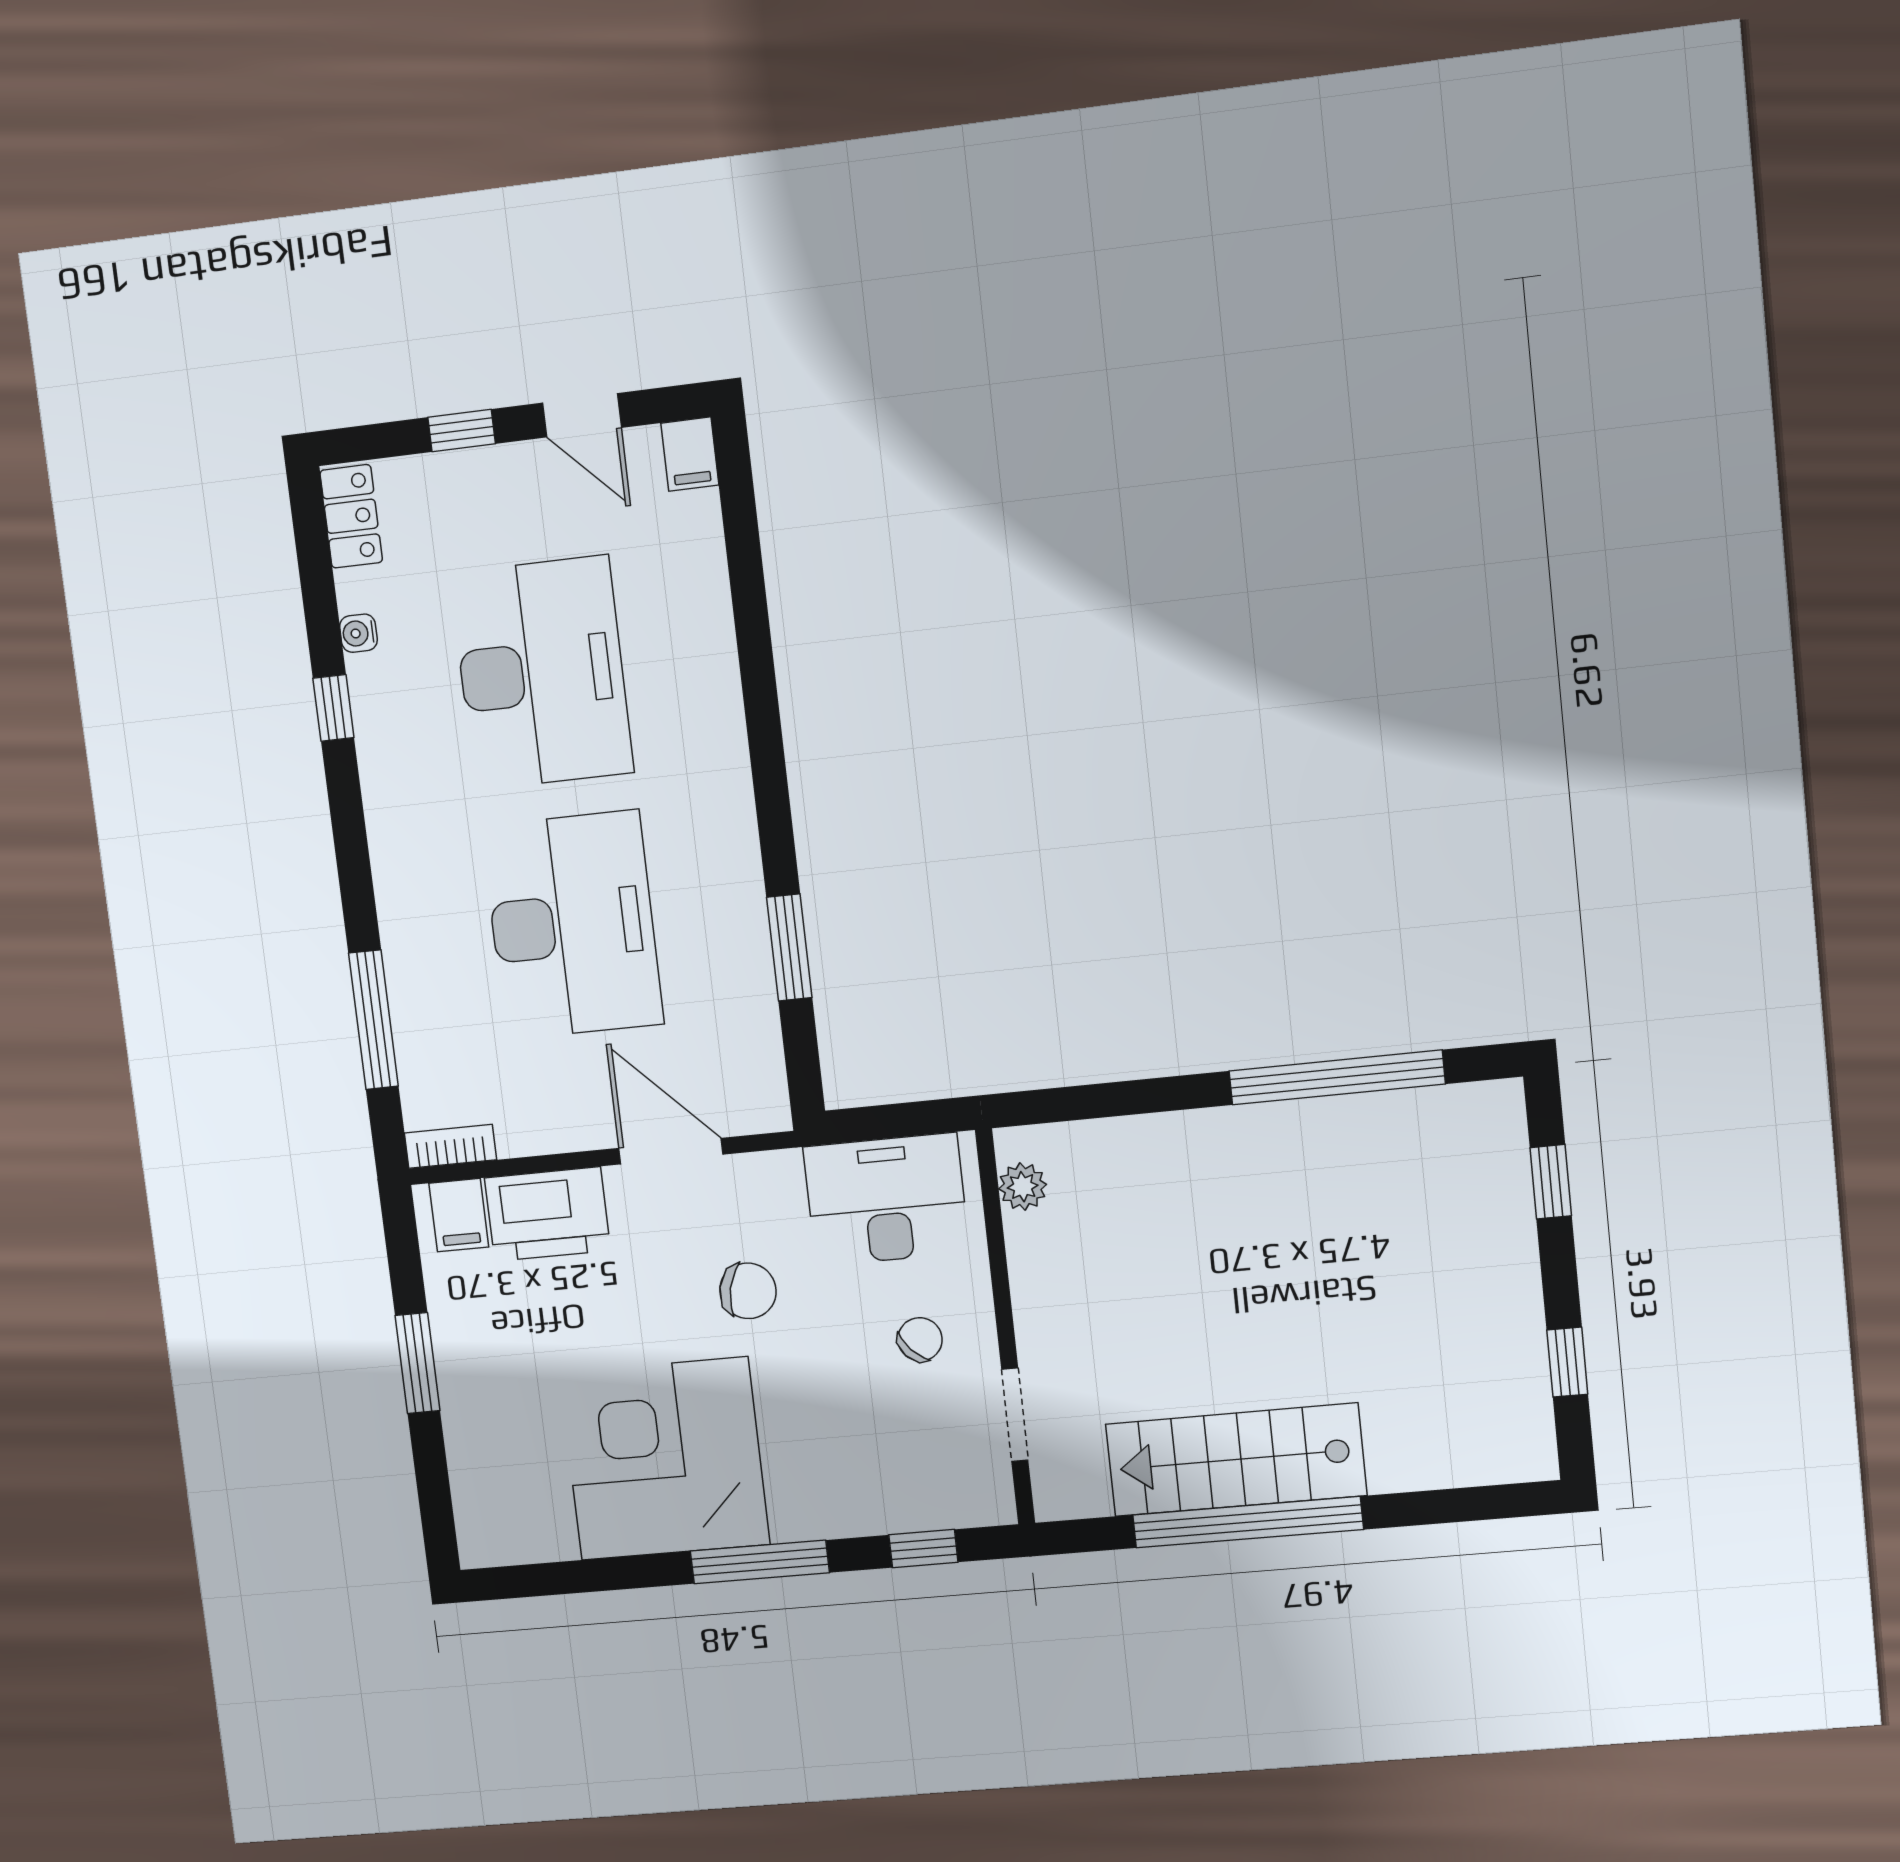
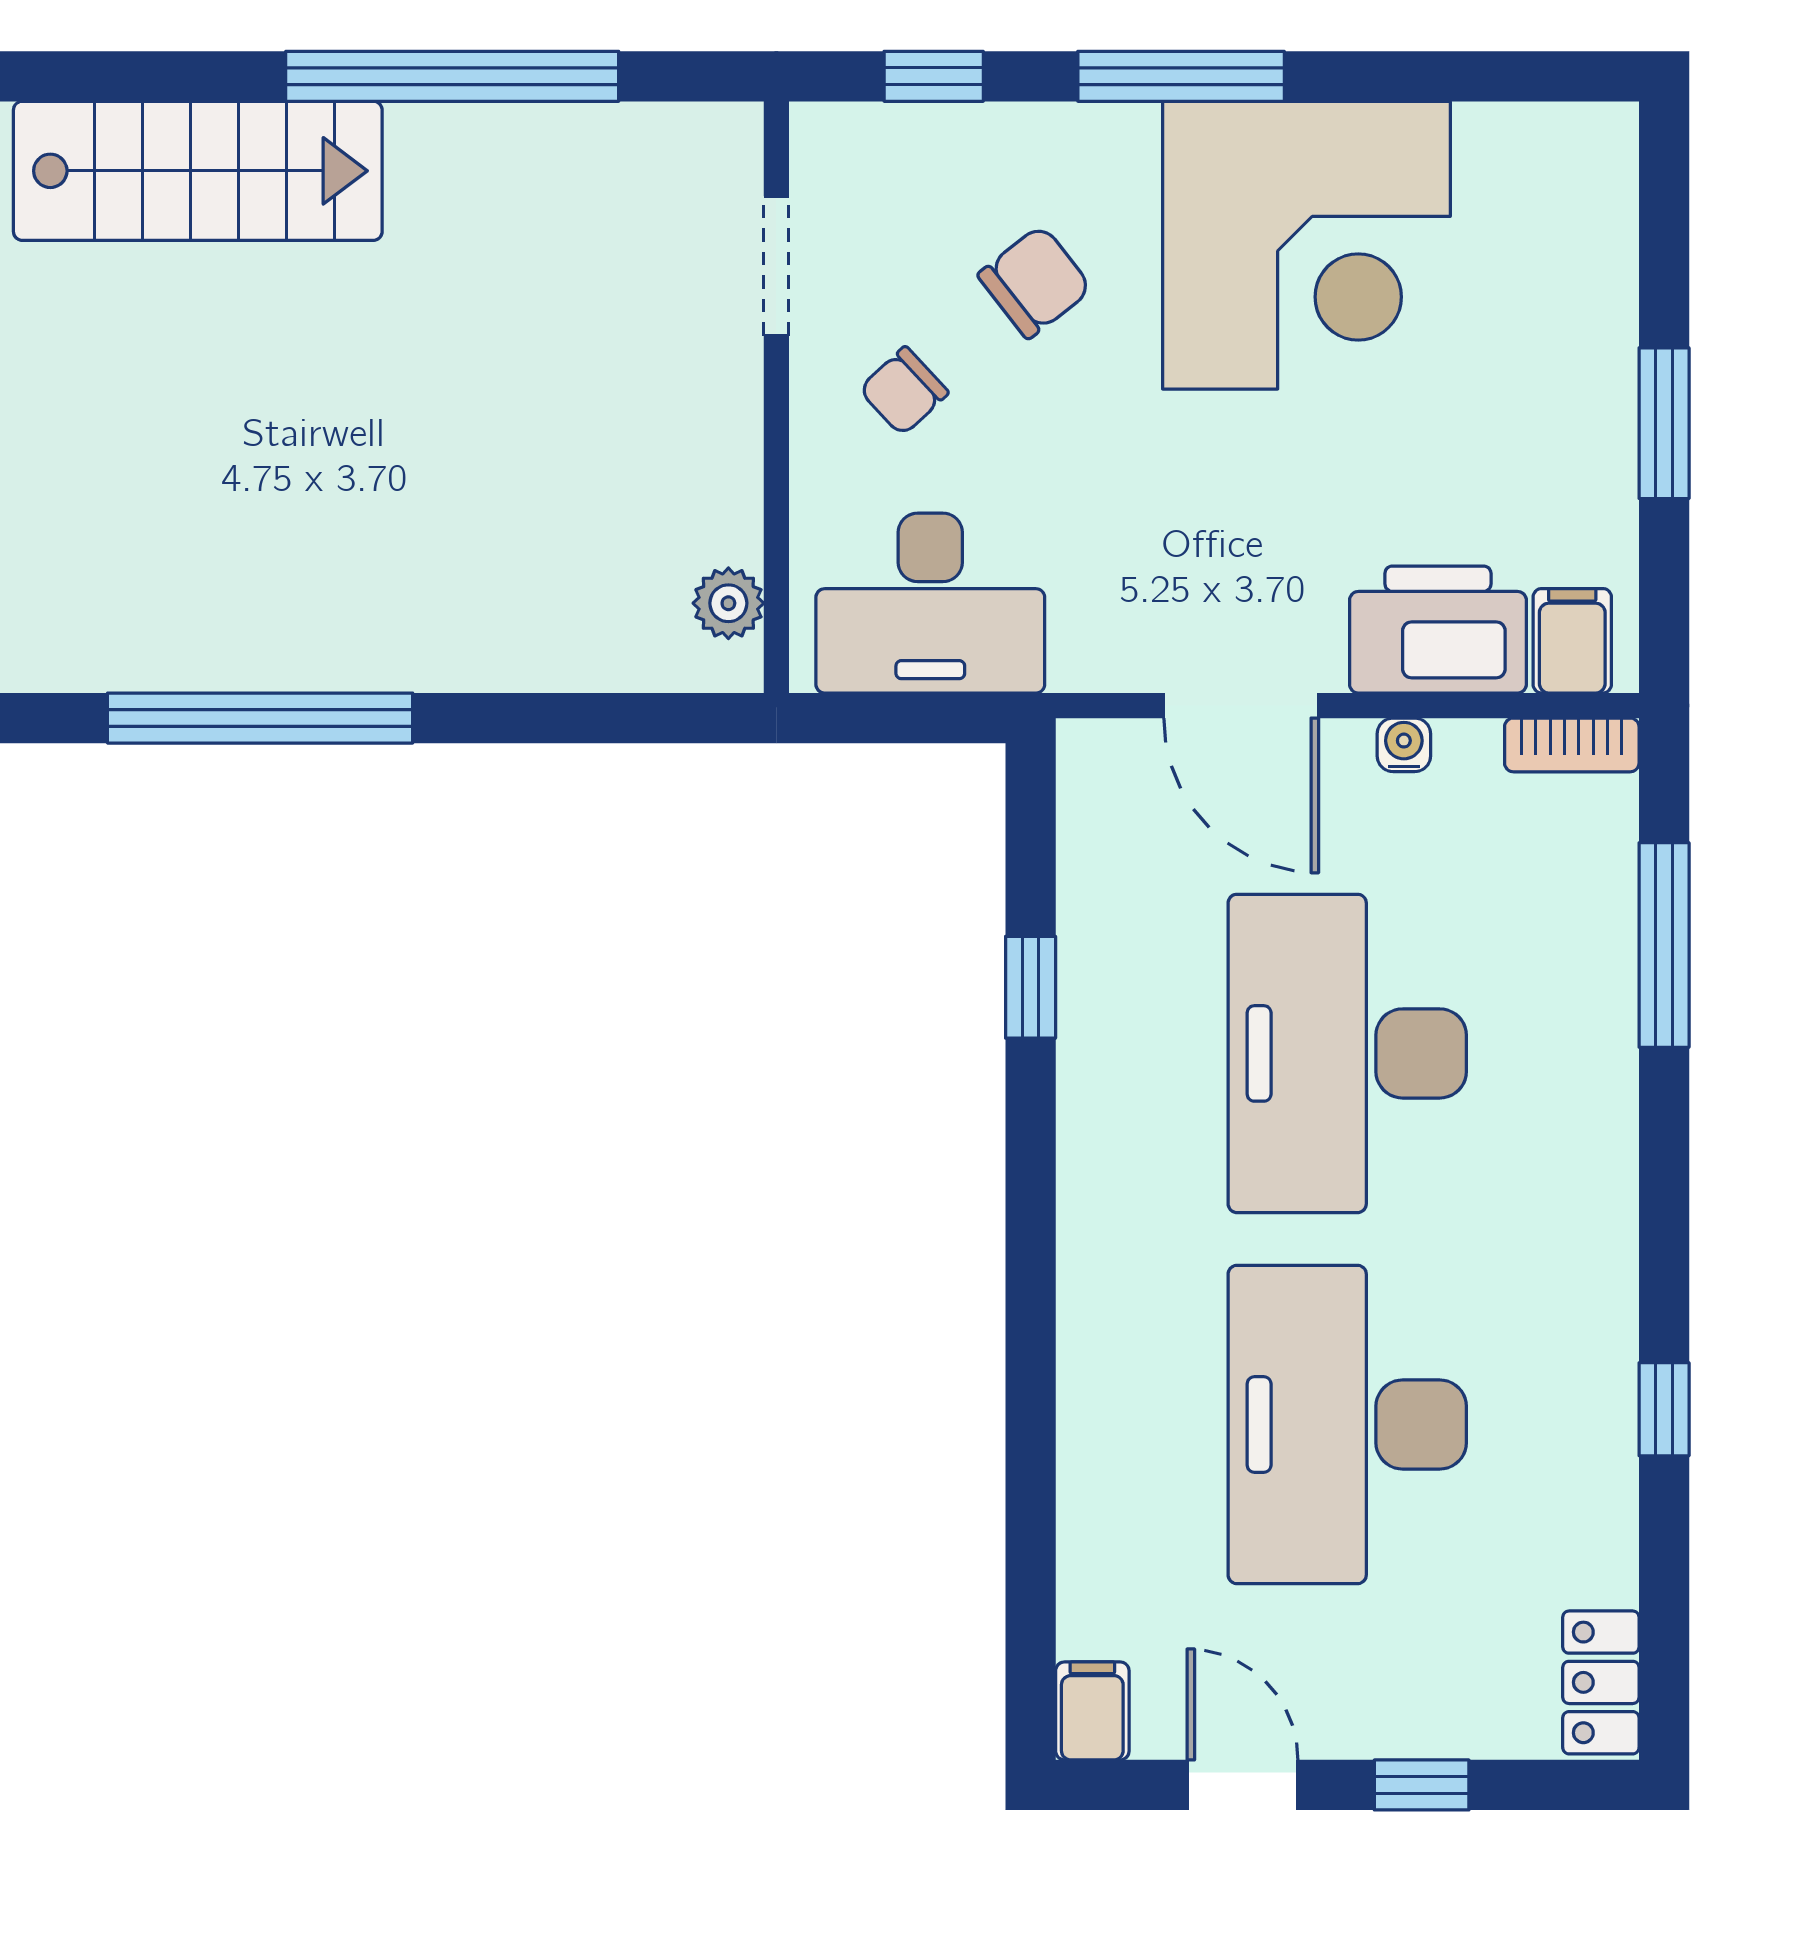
water cooler: (358, 633) -> (1404, 745), moved, turned -90
window: (789, 948) -> (1031, 987), width x0.67
chair: (748, 1291) -> (1035, 282), moved, turned 129
stairs: (1236, 1460) -> (198, 171), moved

